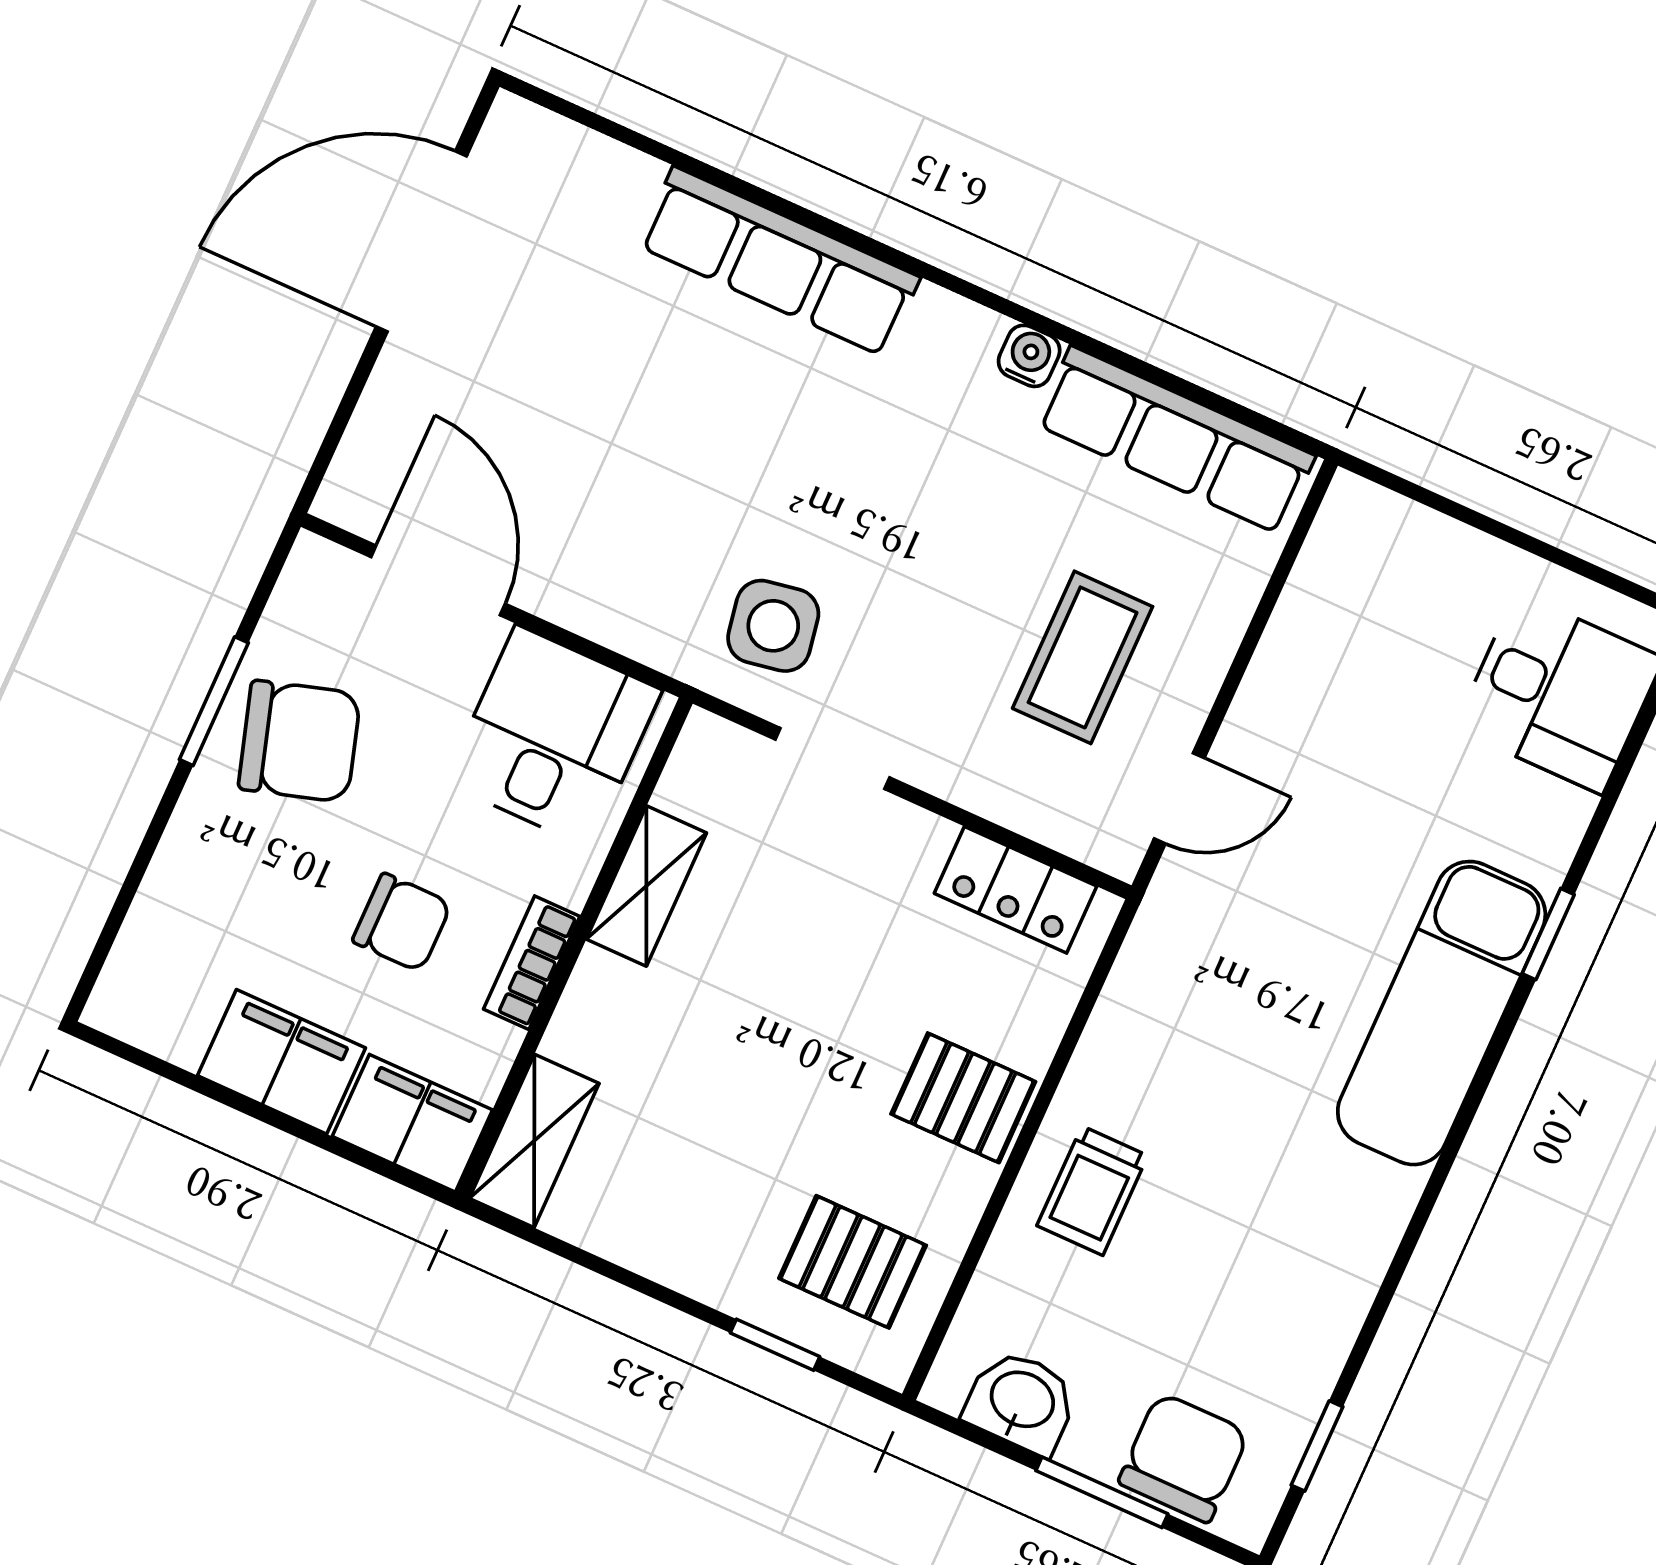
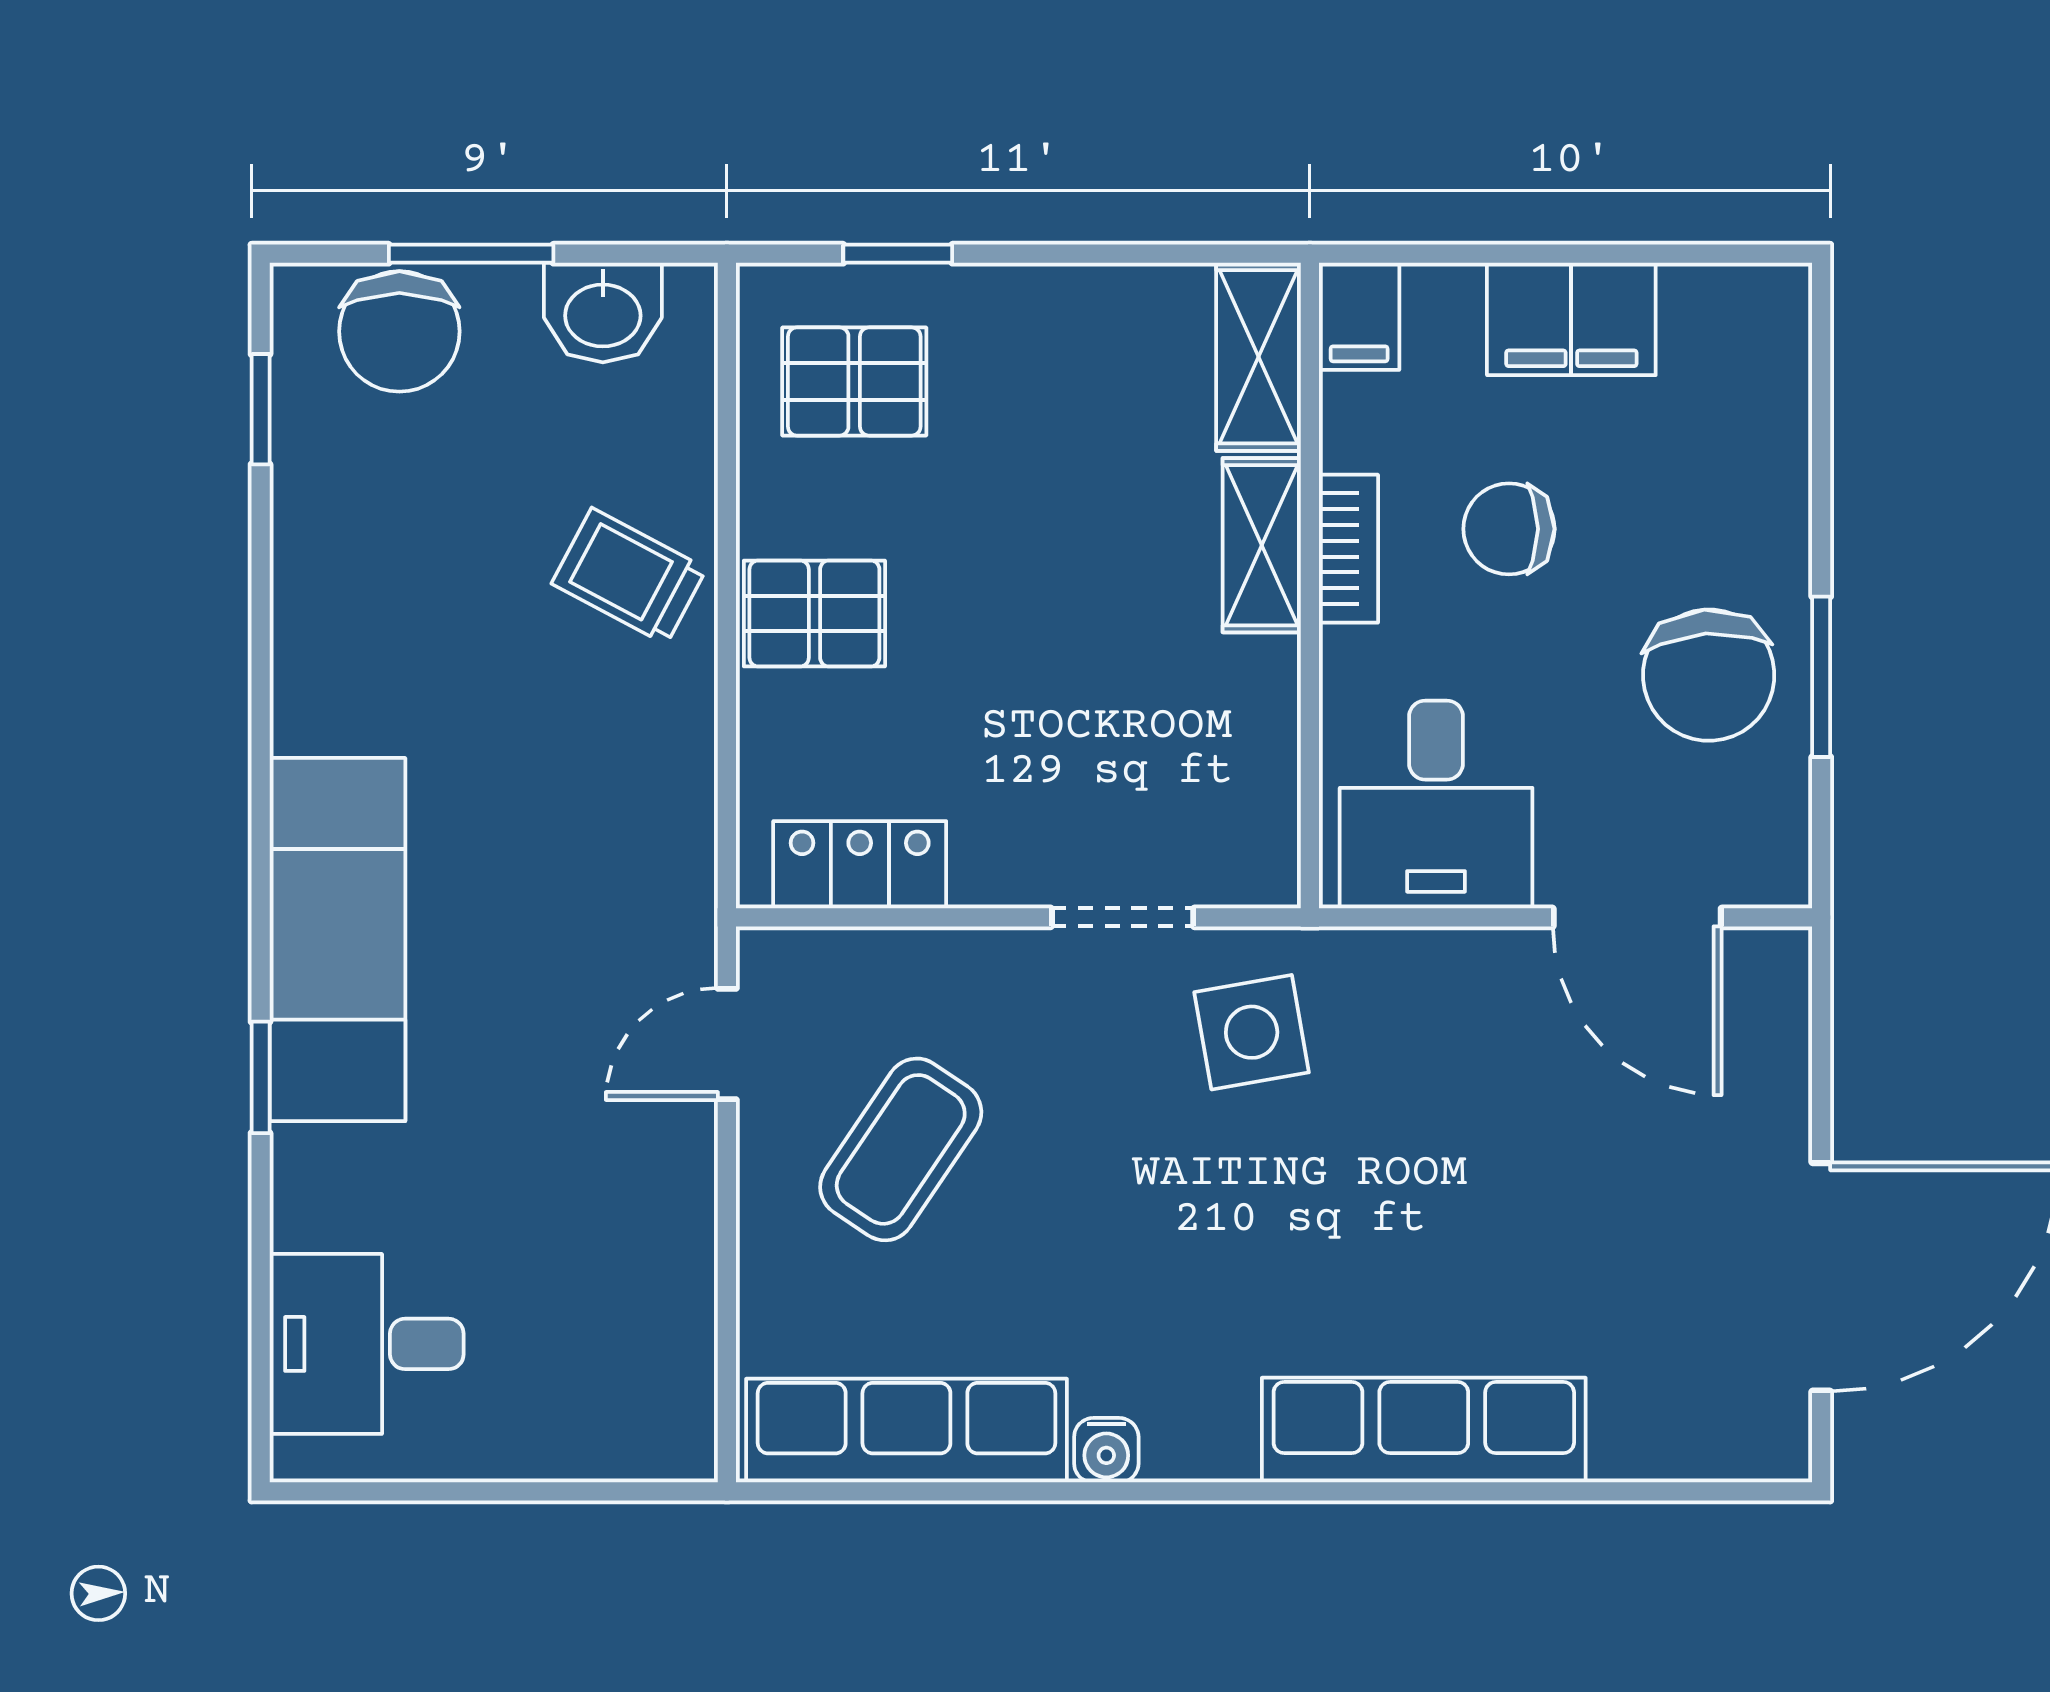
coffee table: (1083, 657) -> (901, 1149), turned 34
chair: (300, 741) -> (1709, 675), turned -77
shelving: (646, 886) -> (1262, 545), moved
filing cabinet: (412, 1123) -> (1359, 316), width x0.50
trolley: (1092, 1191) -> (629, 576), turned -62

